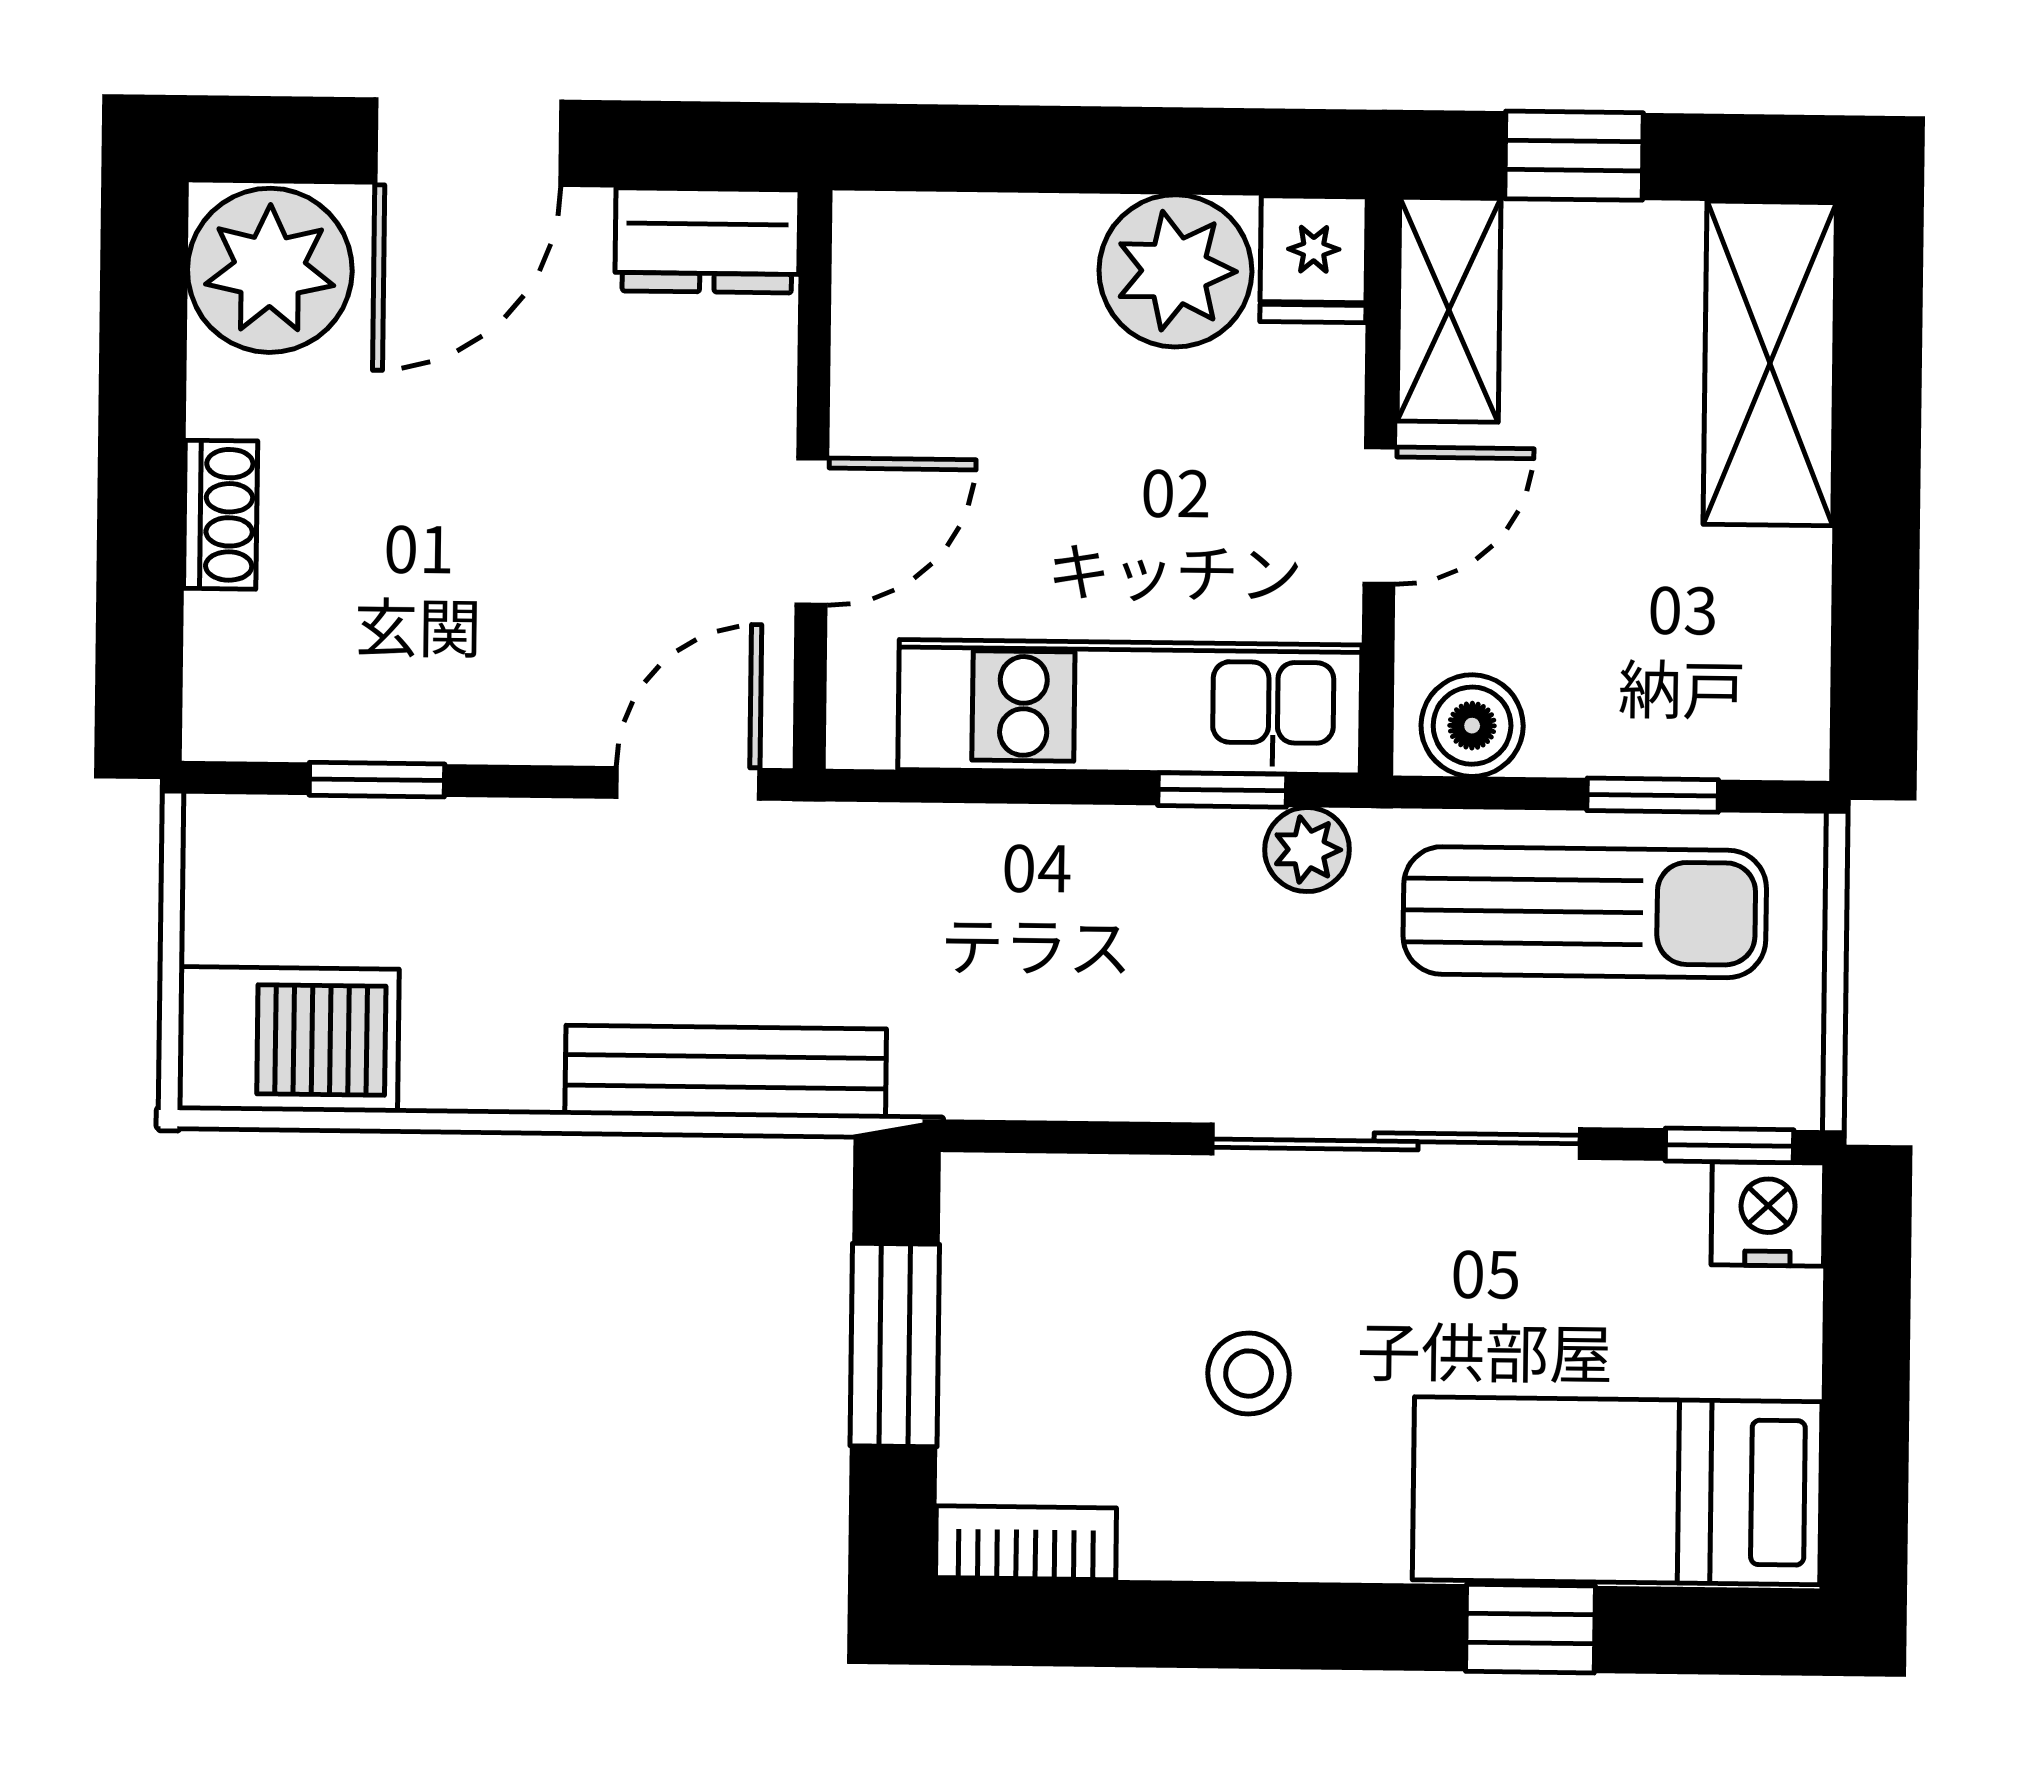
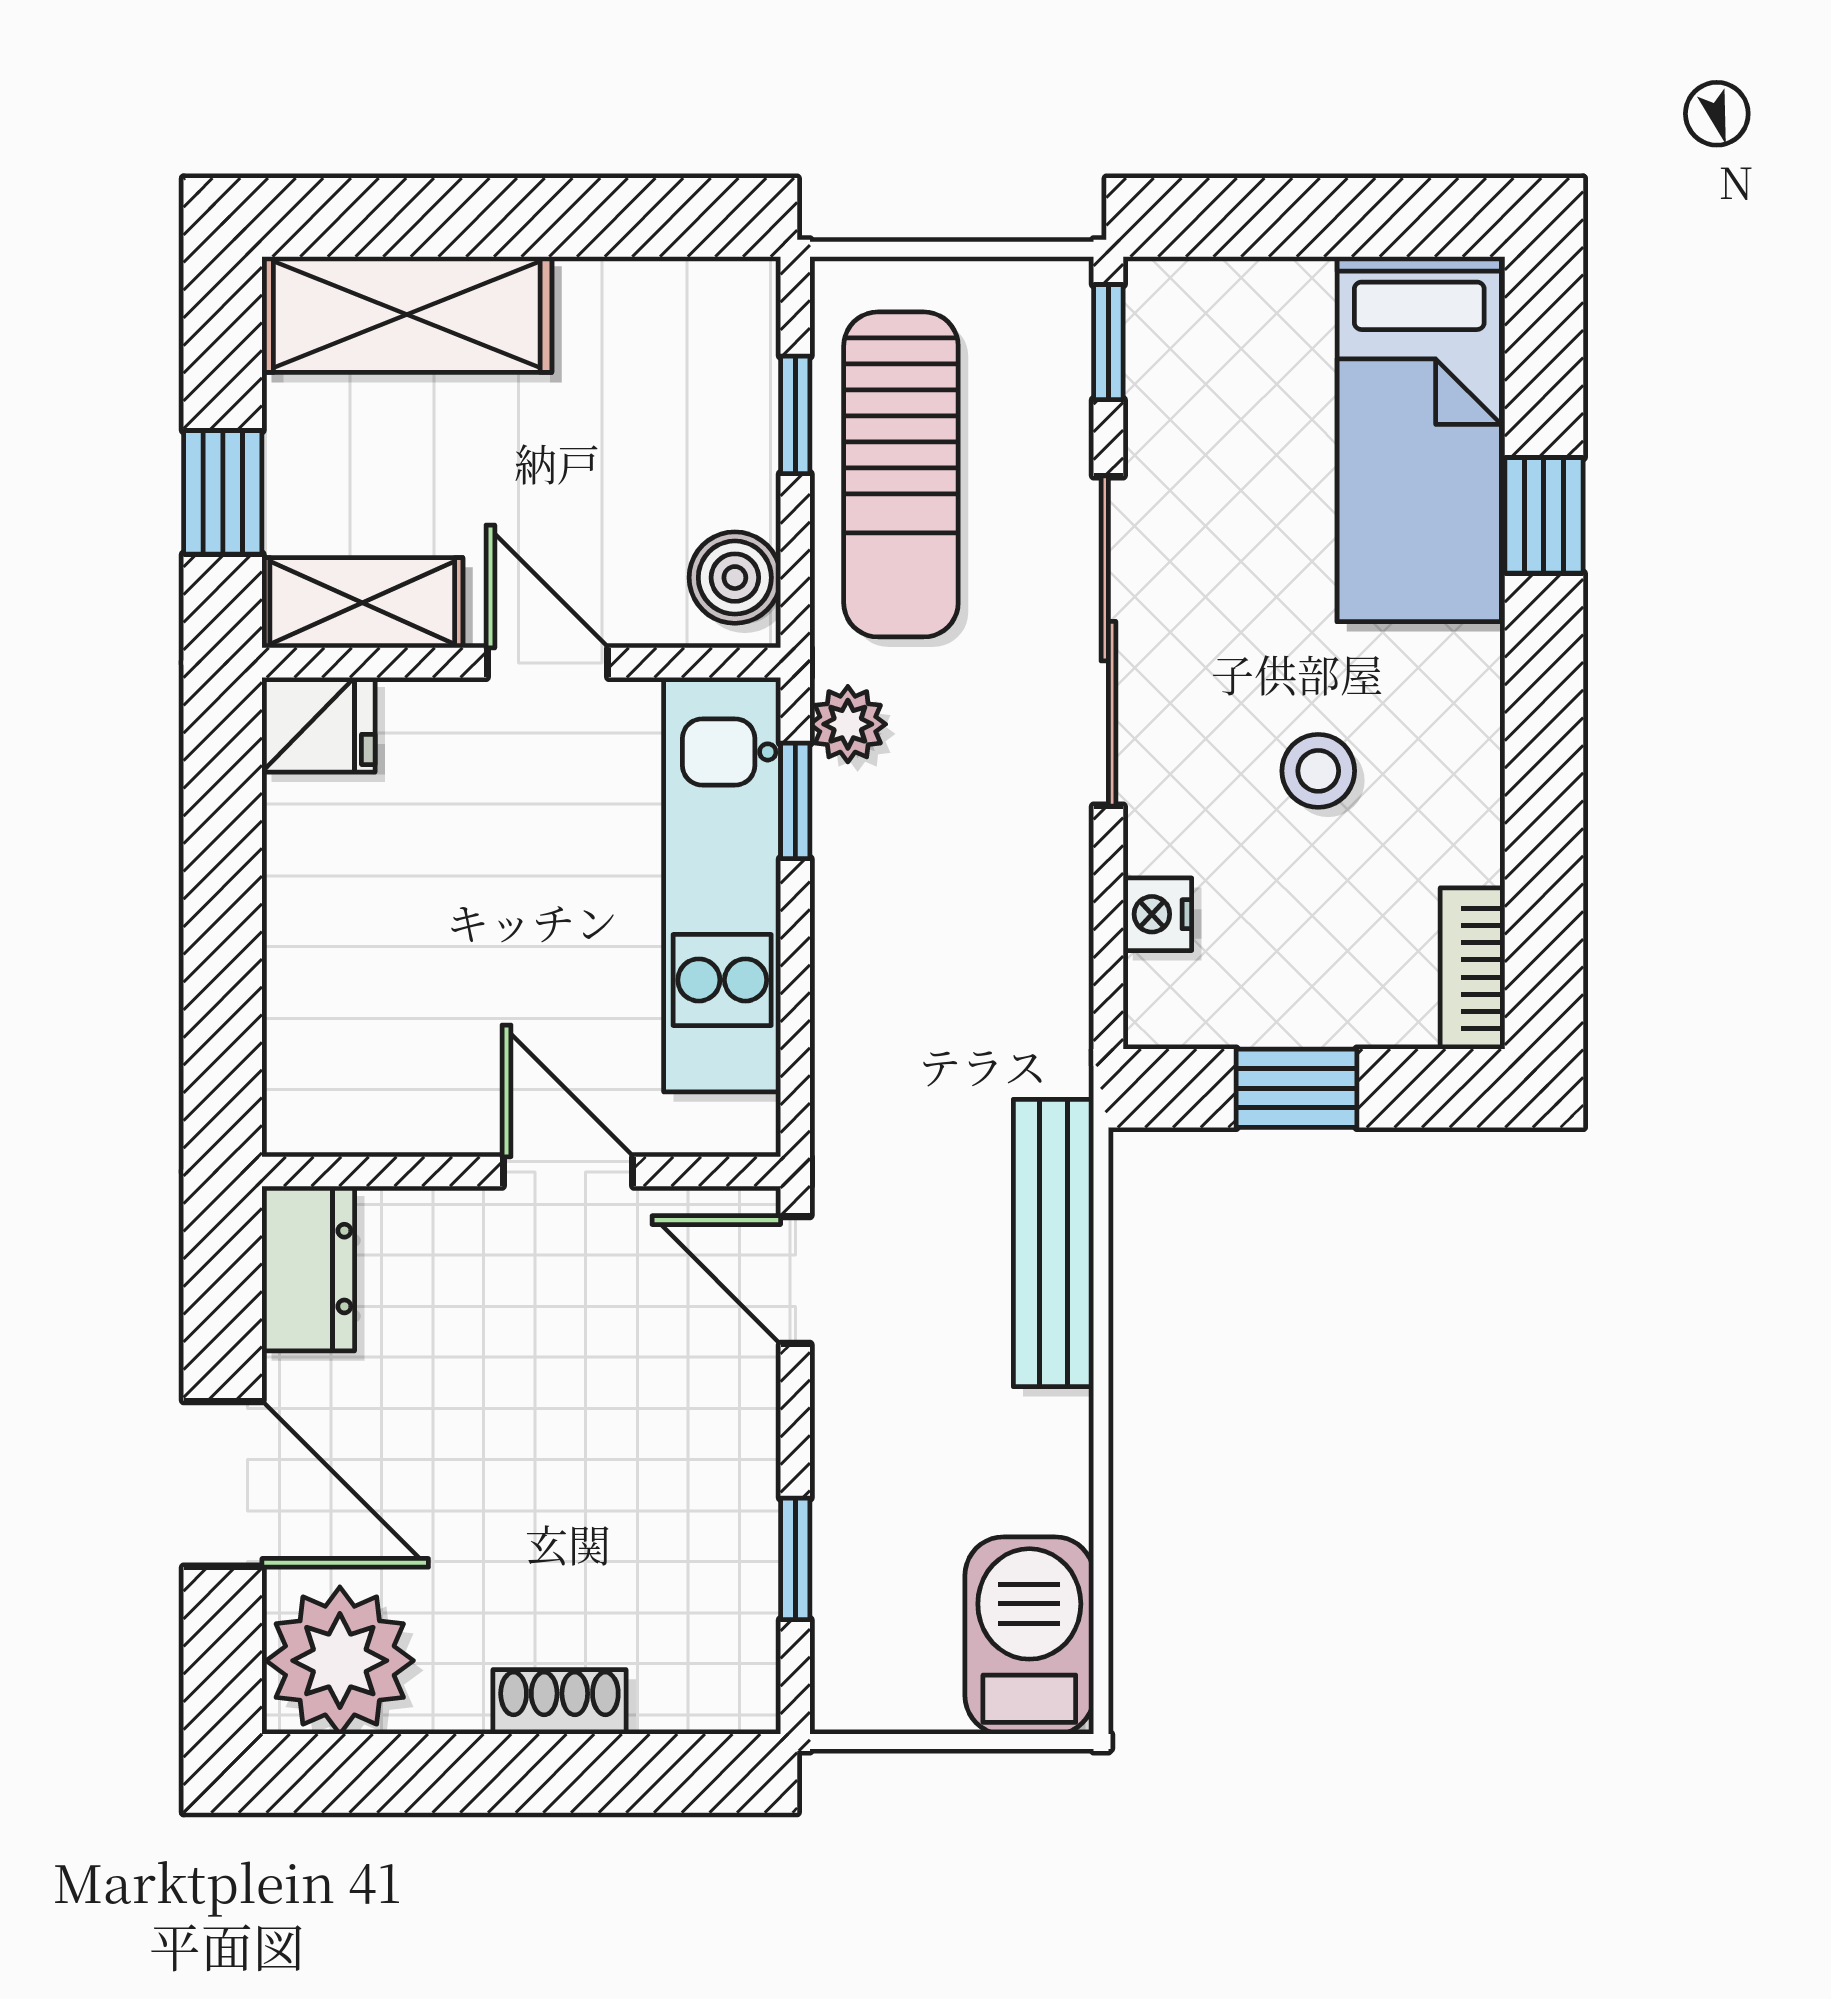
plant: (1175, 271) -> (330, 848), removed
sun lounger: (1585, 912) -> (901, 474), turned 180
nightstand: (1768, 1214) -> (1157, 914), moved, width x0.72, depth x0.74
window: (895, 1345) -> (1297, 1088), width x0.67

